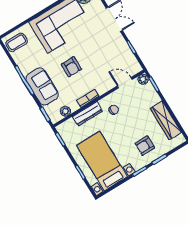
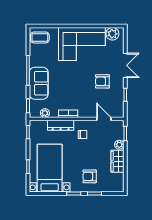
armchair: (71, 67) -> (102, 81), moved, turned 90
plant: (143, 79) -> (119, 145), moved
wardrobe: (166, 120) -> (118, 161), width x0.67

